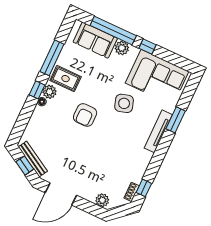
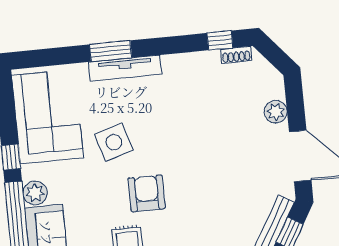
armchair: (85, 115) -> (147, 193), moved, turned -90
window: (176, 120) -> (111, 51), moved
plant: (102, 200) -> (276, 112), moved

